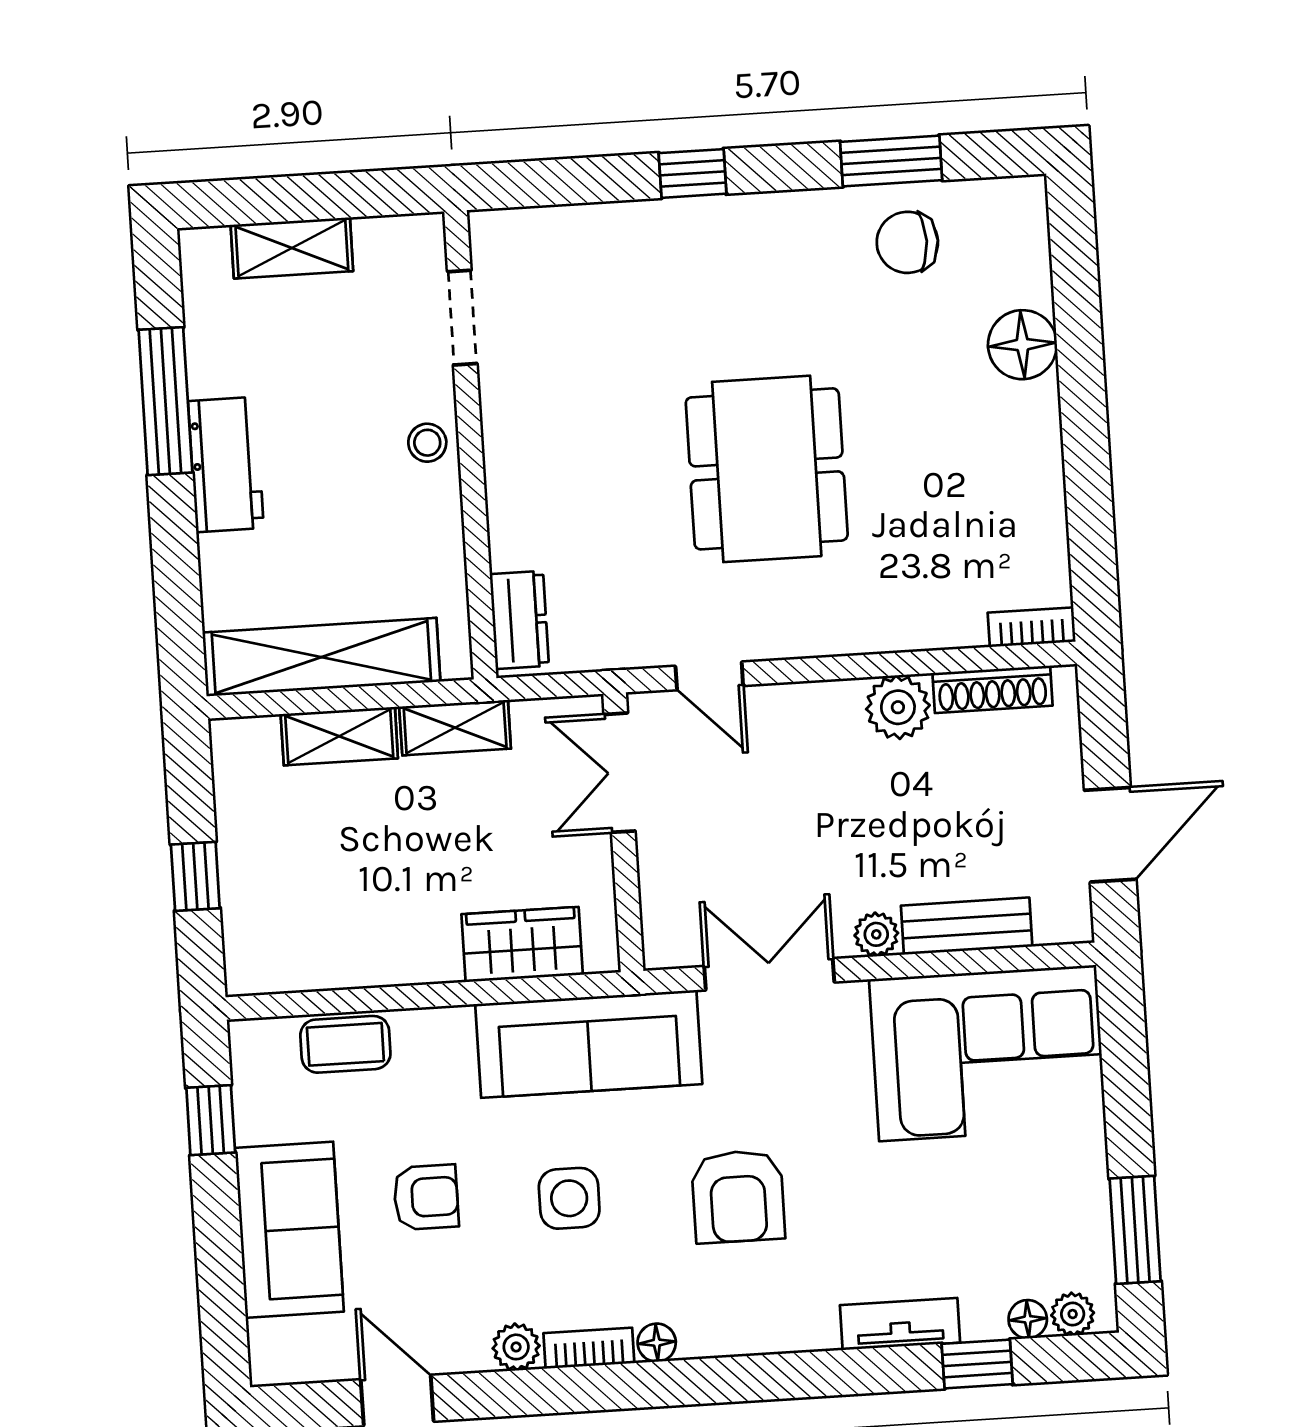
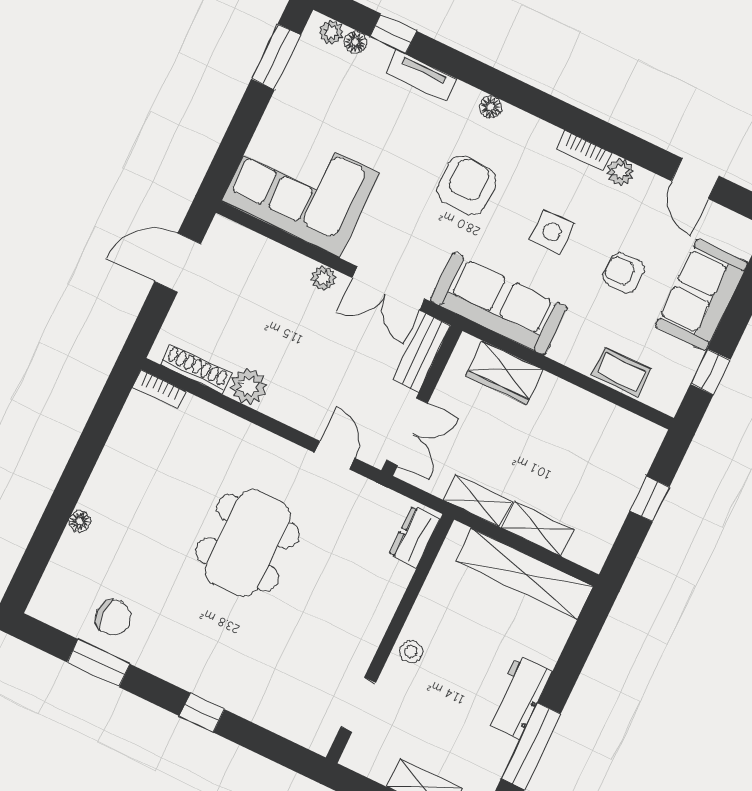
floor lamp: (1022, 345) -> (80, 521), width x0.53, depth x0.53
bench: (967, 926) -> (422, 353), moved, turned 90
floor lamp: (657, 1343) -> (491, 107), moved

